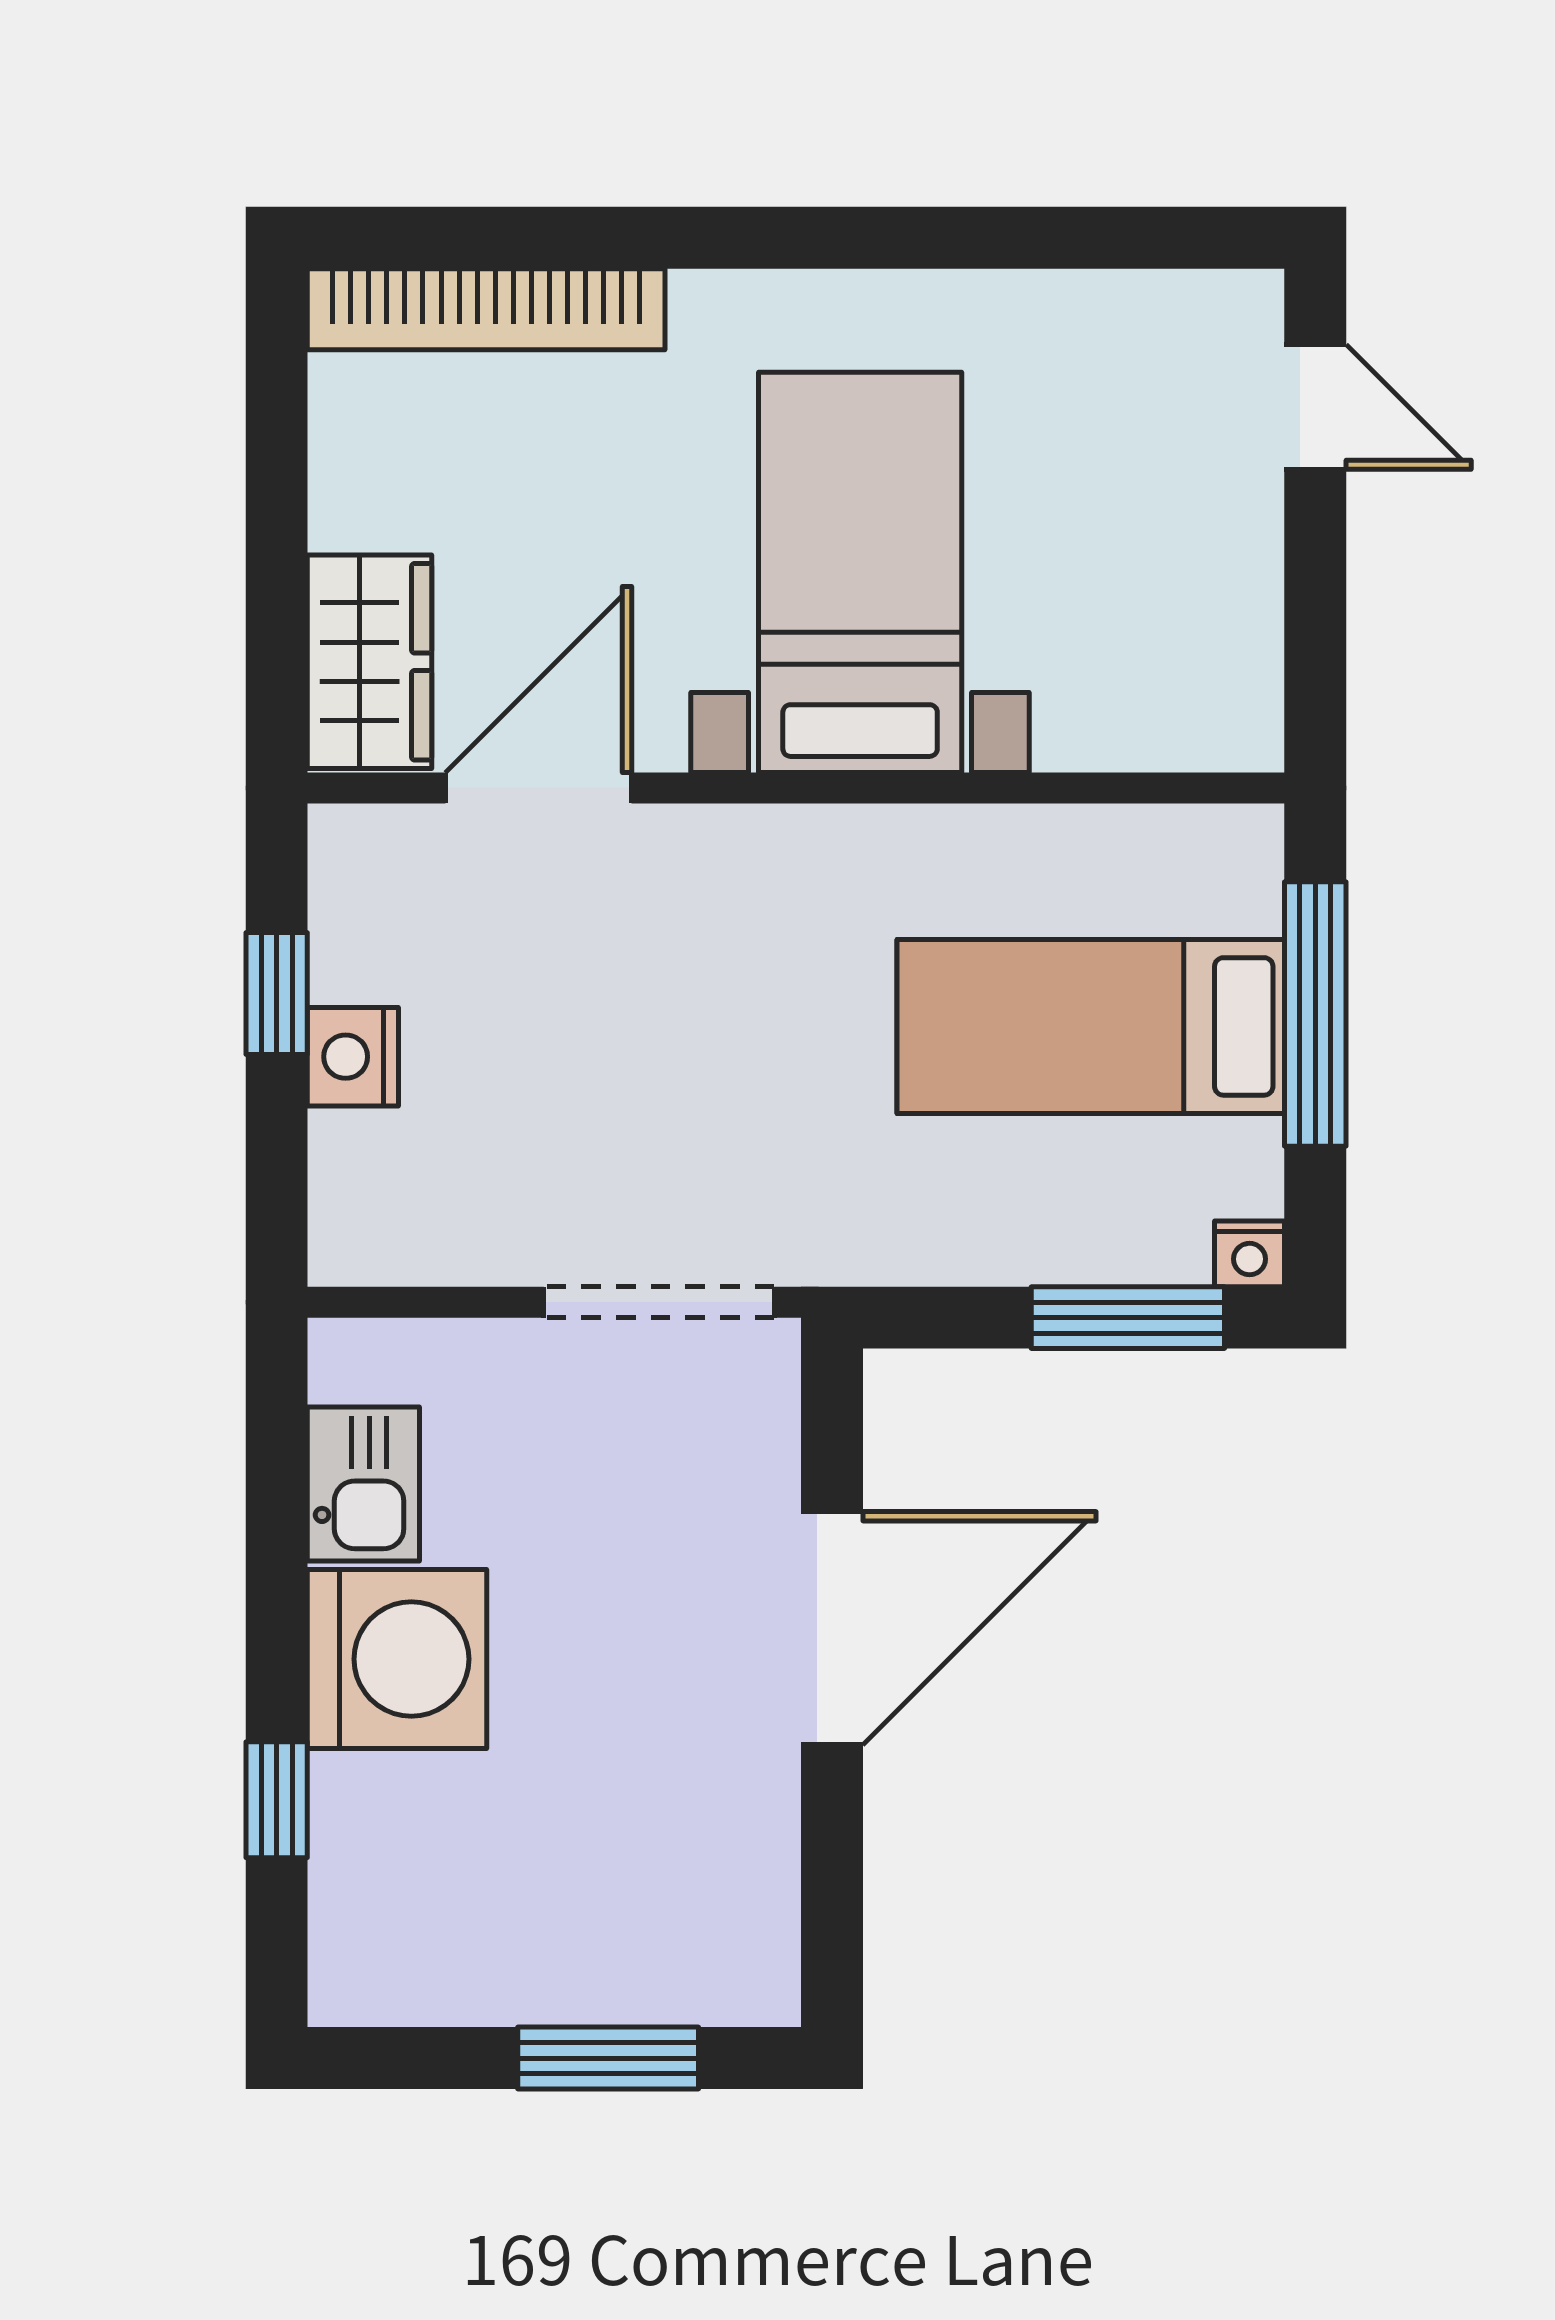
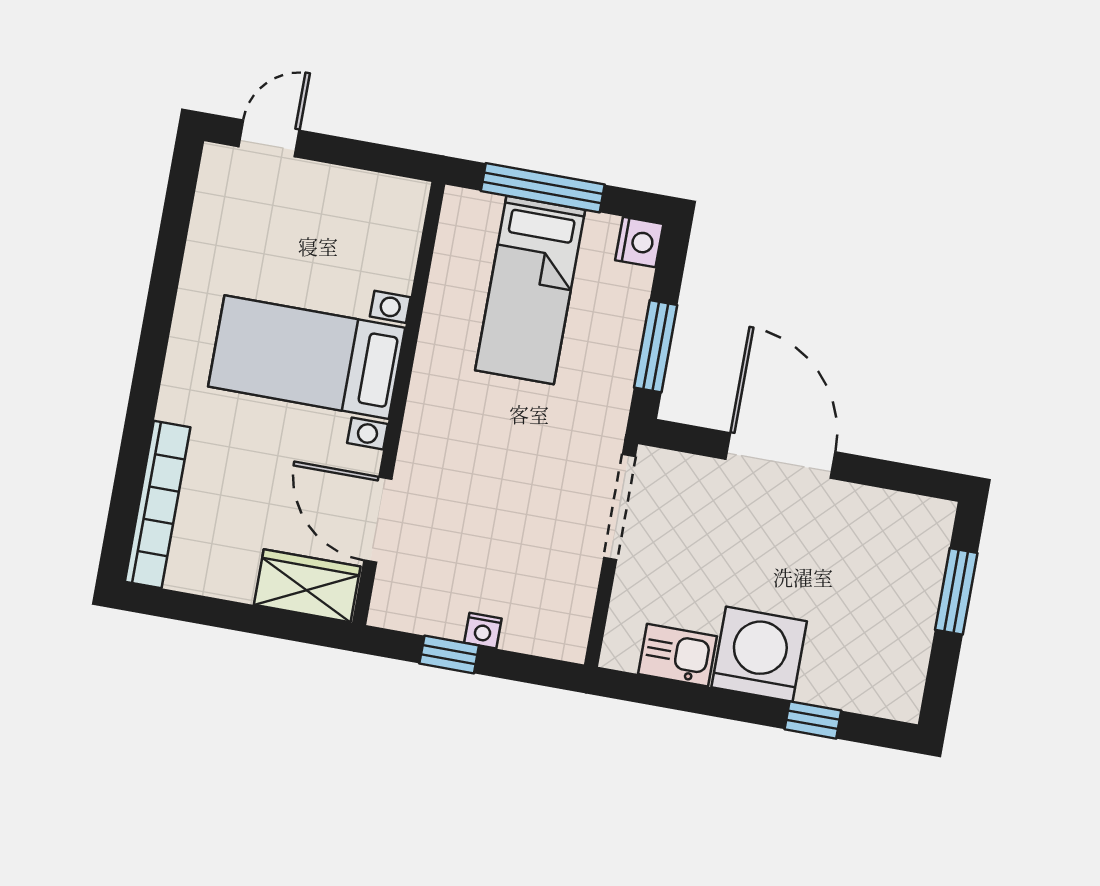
nightstand: (353, 1057) -> (483, 631), width x0.72, depth x0.74
nightstand: (1250, 1254) -> (639, 242), width x1.39, depth x1.35
window: (1128, 1318) -> (656, 346), moved

